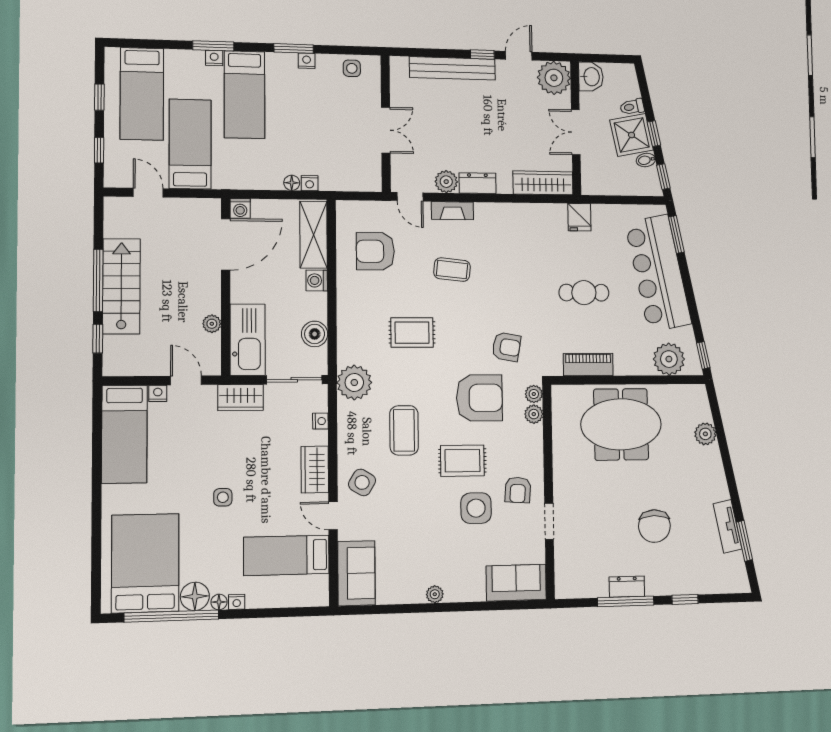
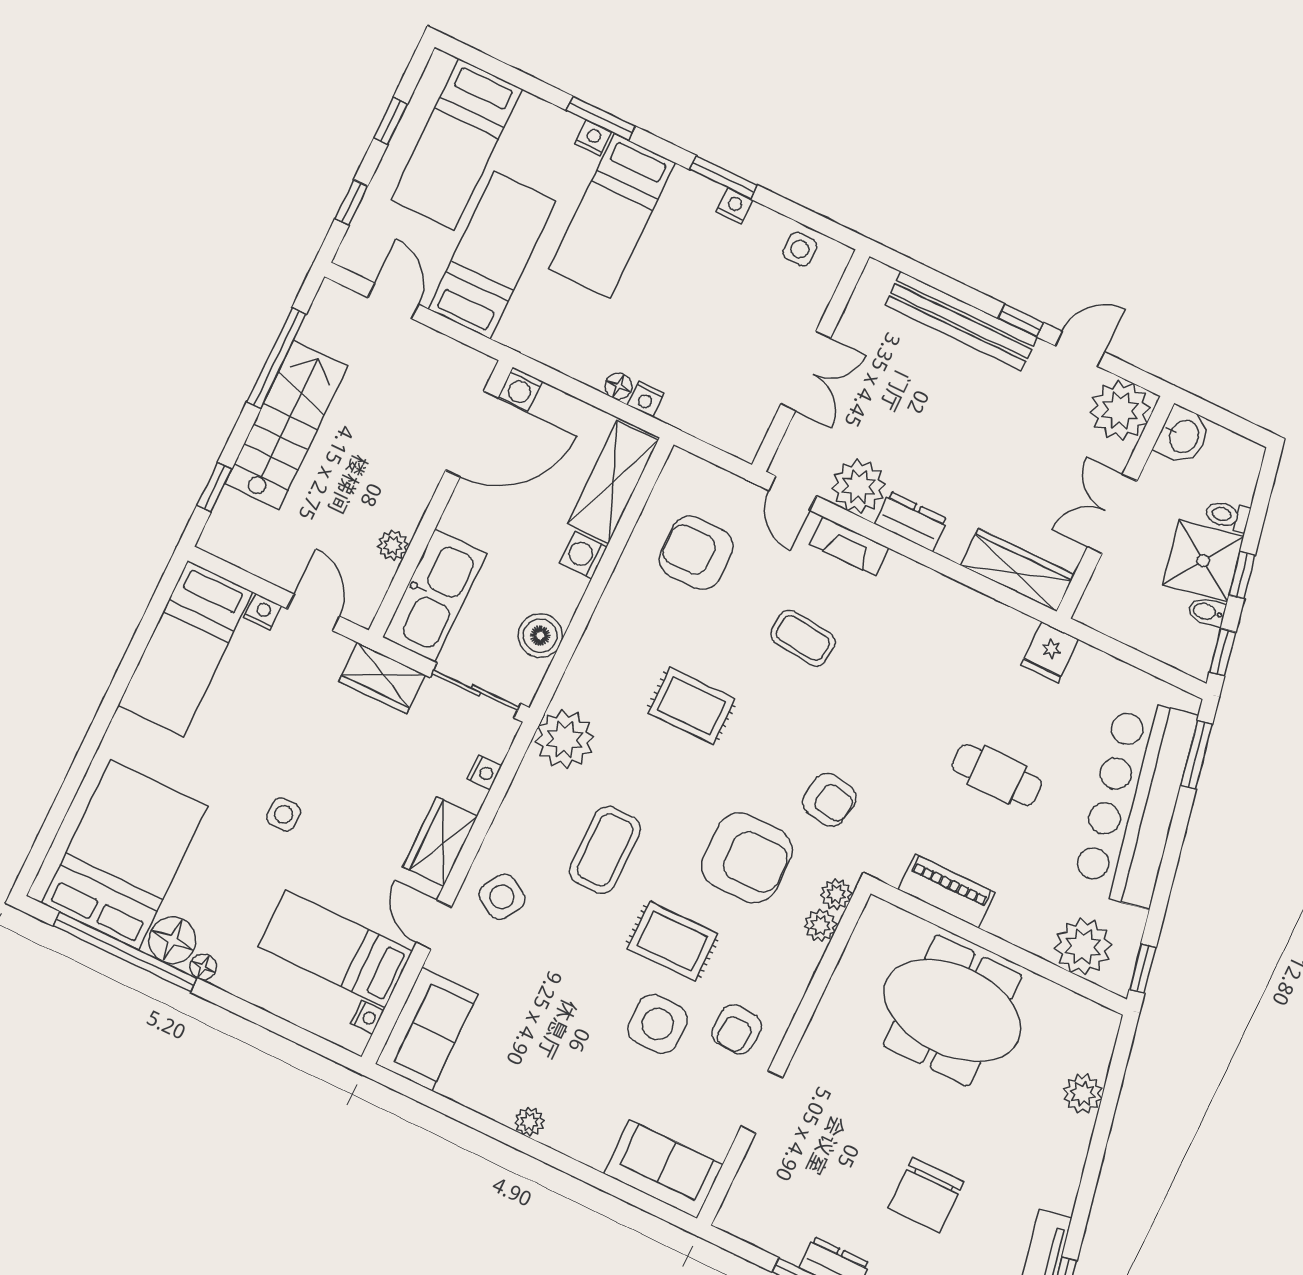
plant: (446, 182) -> (859, 486), width x1.36, depth x1.36
window: (98, 280) -> (276, 358), moved
nightstand: (237, 602) -> (367, 1017), moved, turned -90

